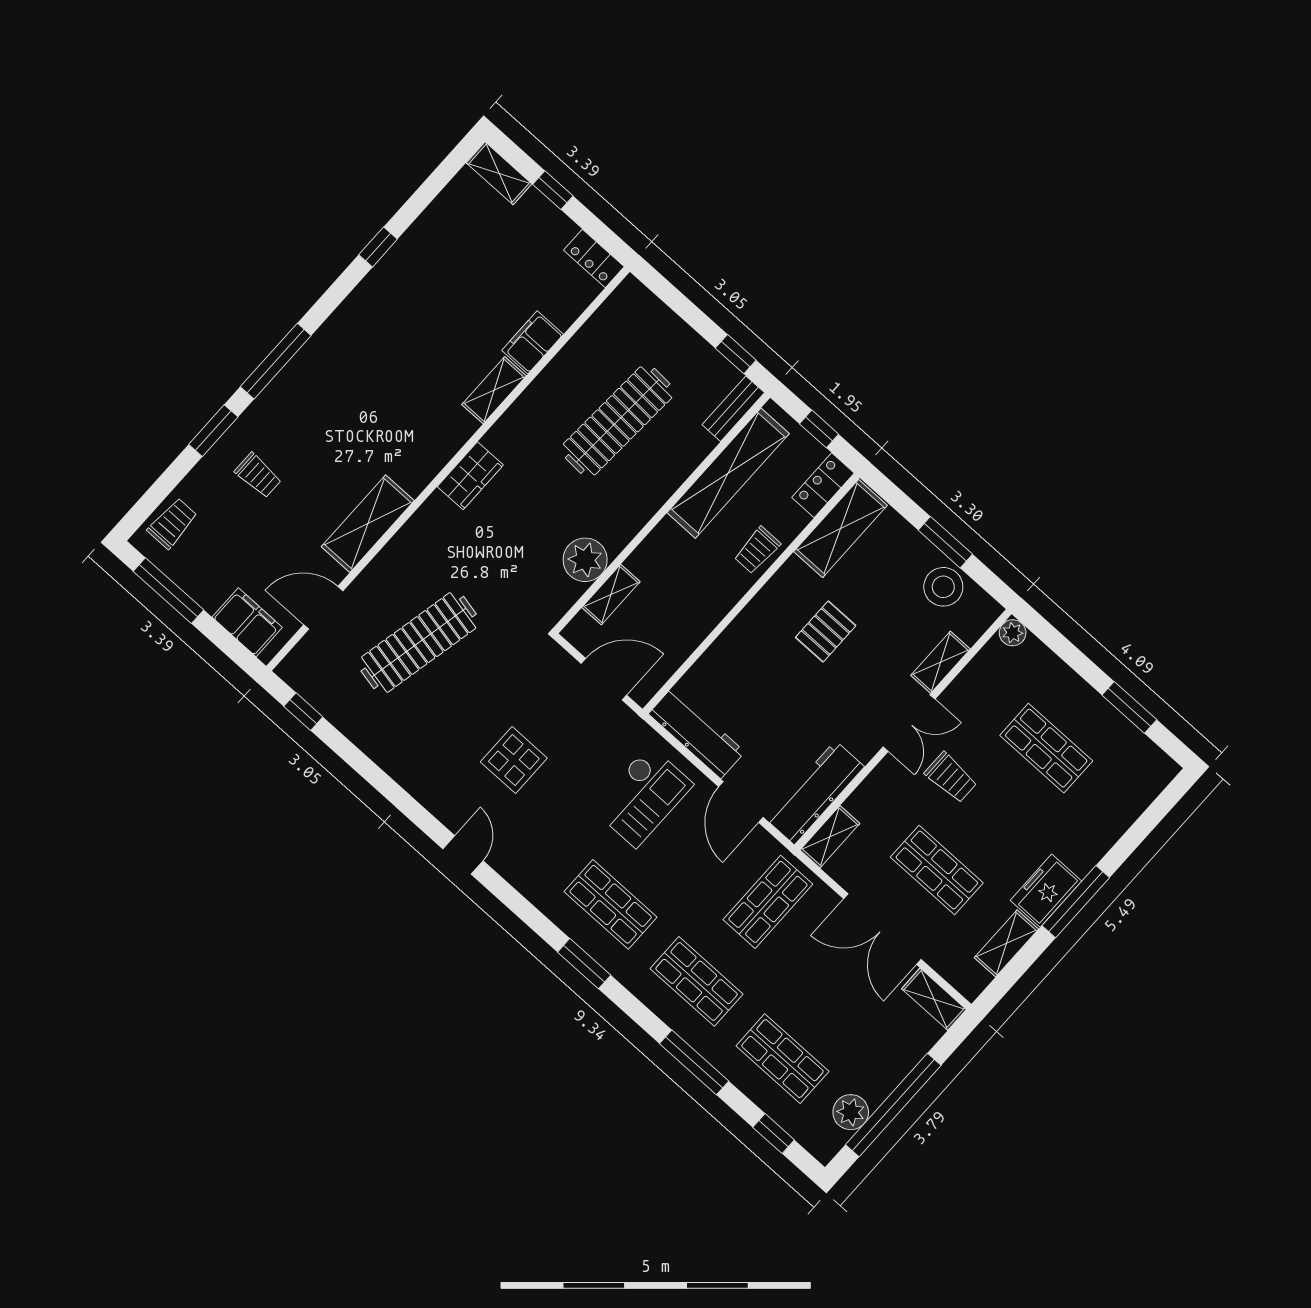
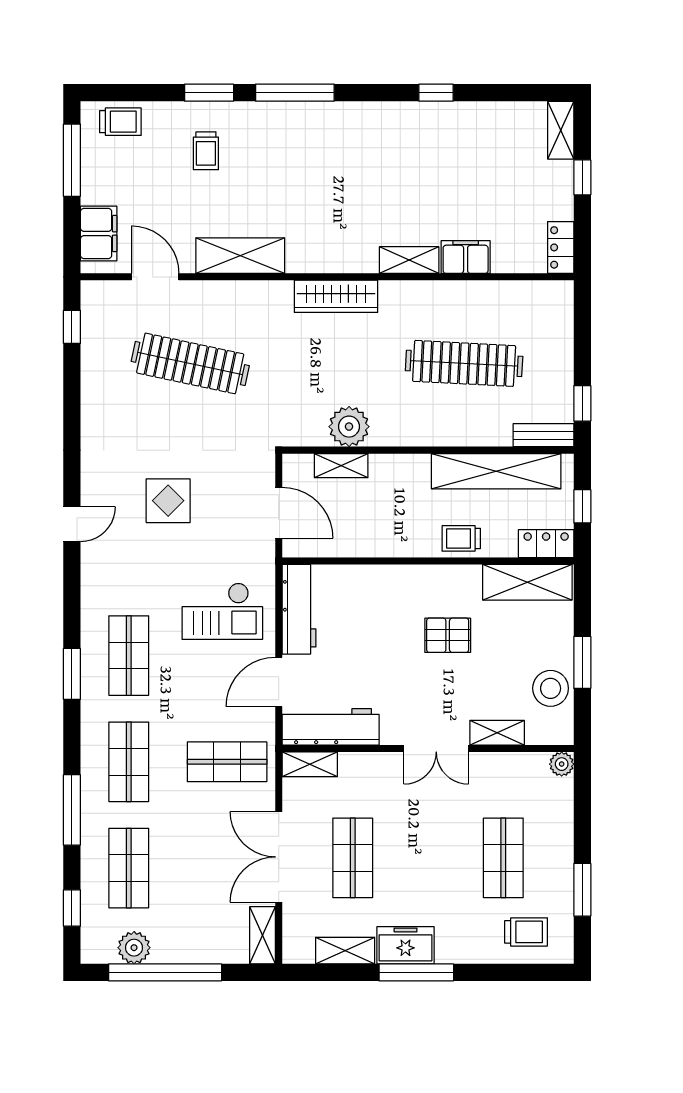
wardrobe: (470, 476) -> (336, 296), width x1.50
trolley: (951, 778) -> (526, 932), moved, turned -90

